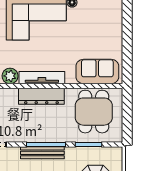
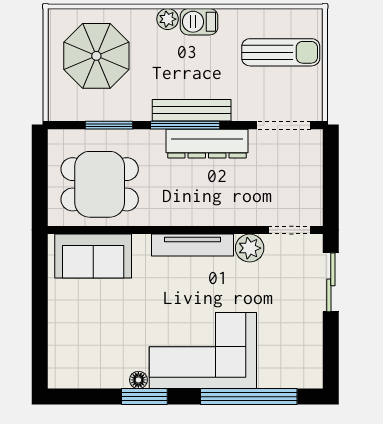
dresser: (41, 96) -> (207, 144), moved, turned 180
dining table: (94, 112) -> (100, 184), turned 90

